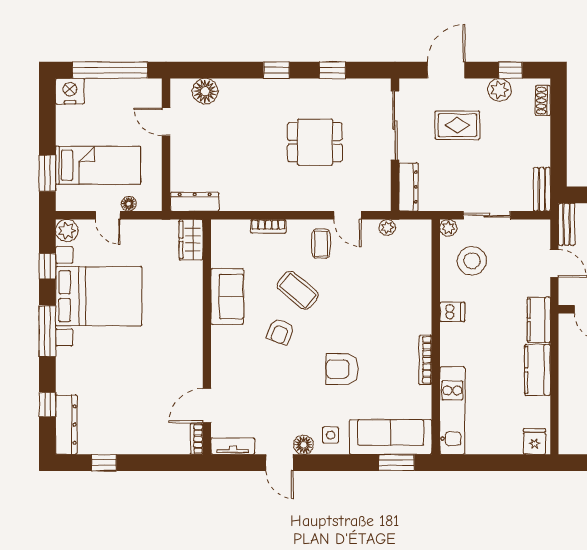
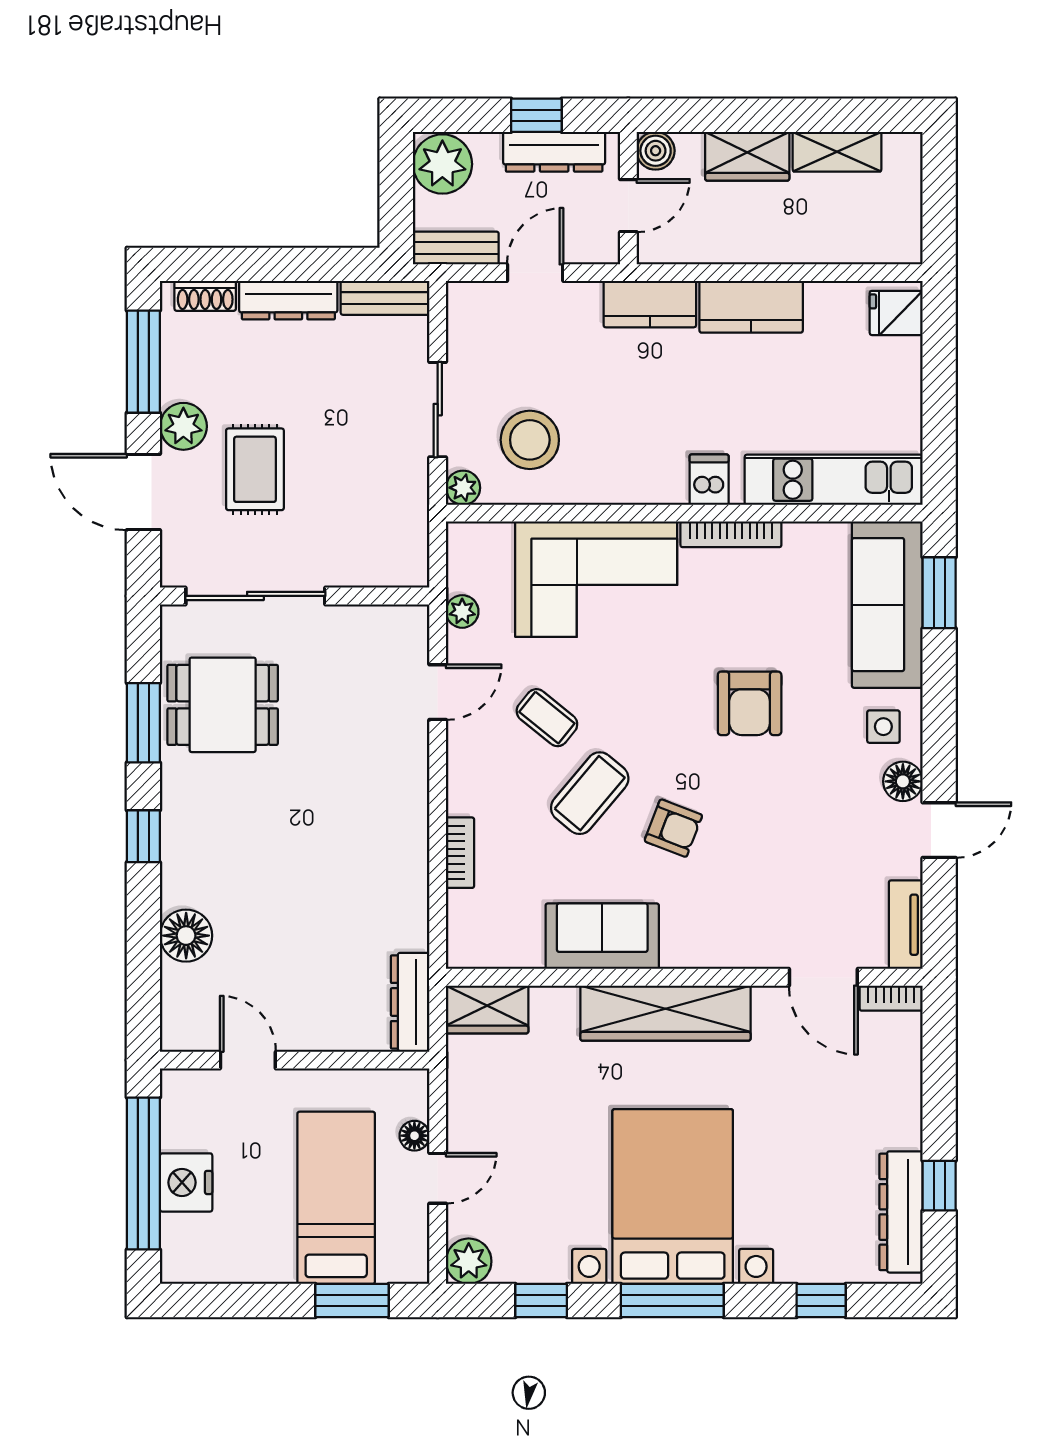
window: (332, 70) -> (143, 723), width x1.50
window: (510, 70) -> (143, 362), width x2.17
plant: (499, 90) -> (183, 426), moved
nightstand: (70, 91) -> (186, 1182), moved
floor lamp: (205, 91) -> (186, 936), moved
door: (166, 122) -> (248, 1060), swing flipped
dining table: (315, 142) -> (223, 705), moved, turned 90
dresser: (408, 187) -> (288, 300), moved, turned 180
coffee table: (321, 244) -> (547, 718), moved, turned 39
corner sofa: (403, 293) -> (596, 579), added
bed with nightstands: (99, 296) -> (673, 1197), moved
dishwasher: (452, 312) -> (709, 480), moved
wardrobe: (189, 328) -> (665, 1013), added
dresser: (66, 425) -> (901, 1212), moved, turned -90

